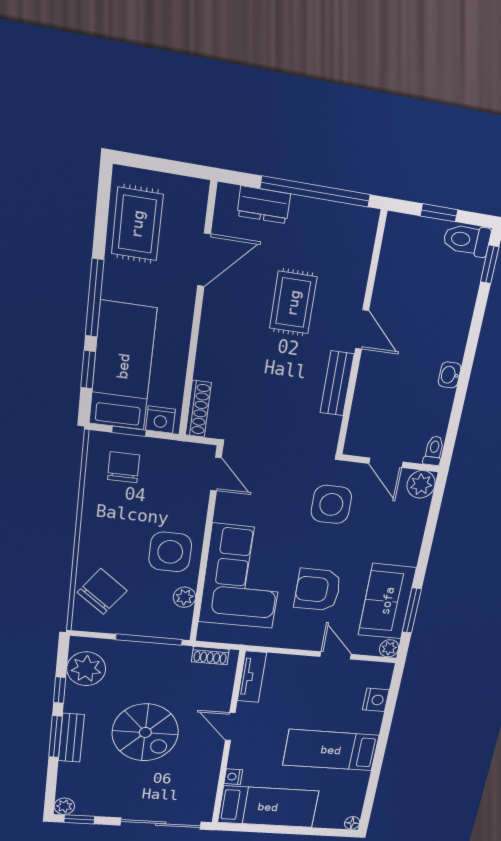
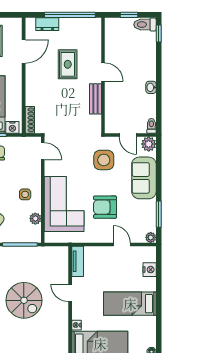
side table: (170, 552) -> (25, 194), width x0.54, depth x0.54
sofa: (387, 601) -> (144, 178), moved
shoe rack: (210, 656) -> (53, 251), removed

